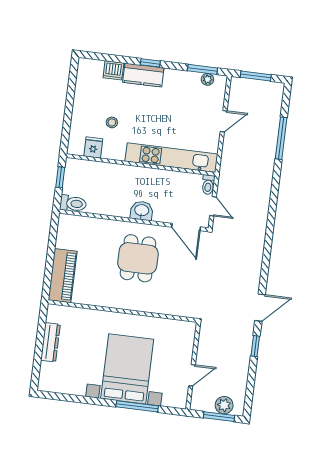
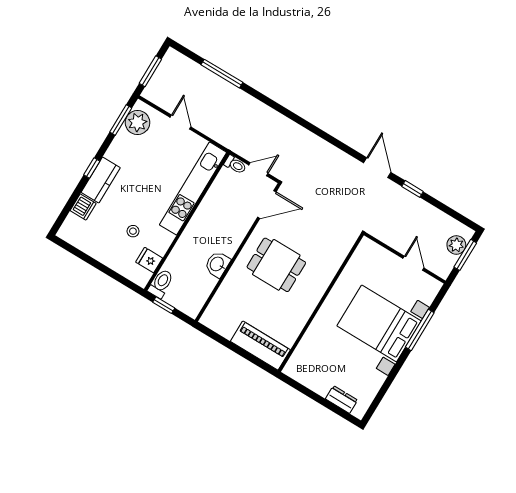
plant: (207, 79) -> (138, 122), width x1.87, depth x1.87
toilet: (73, 203) -> (161, 284), moved
washbasin: (142, 211) -> (217, 264), moved
dresser: (50, 342) -> (342, 399), moved, width x0.70

